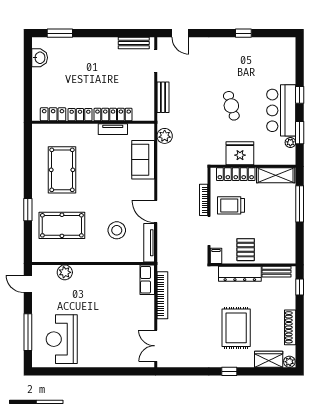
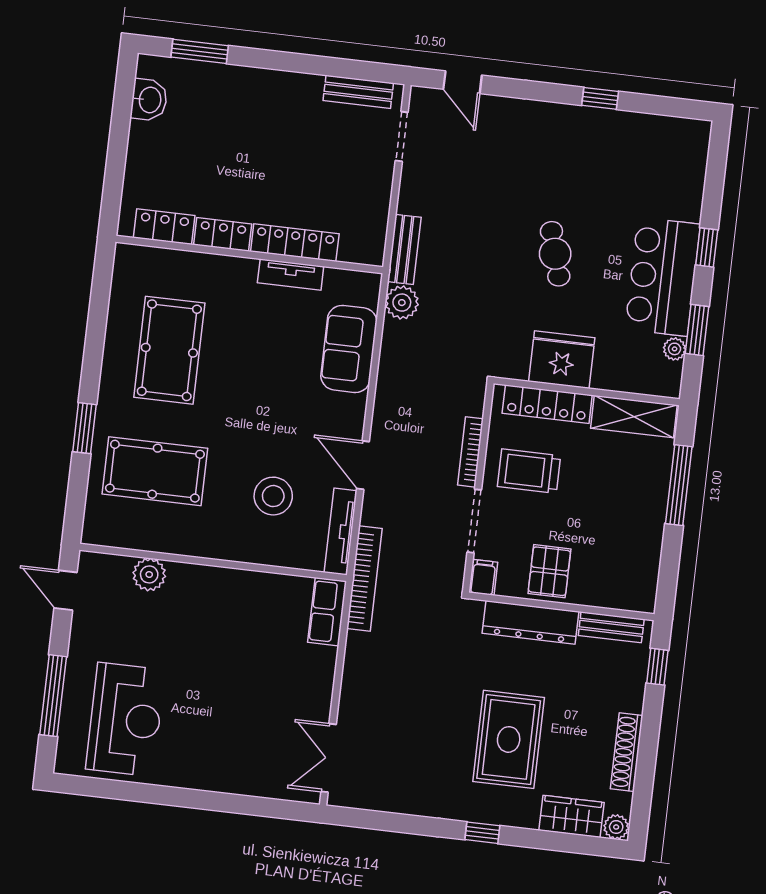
bench: (163, 97) -> (404, 249), moved
bookcase: (162, 295) -> (364, 579), moved
reception desk: (62, 339) -> (125, 719), turned 180

